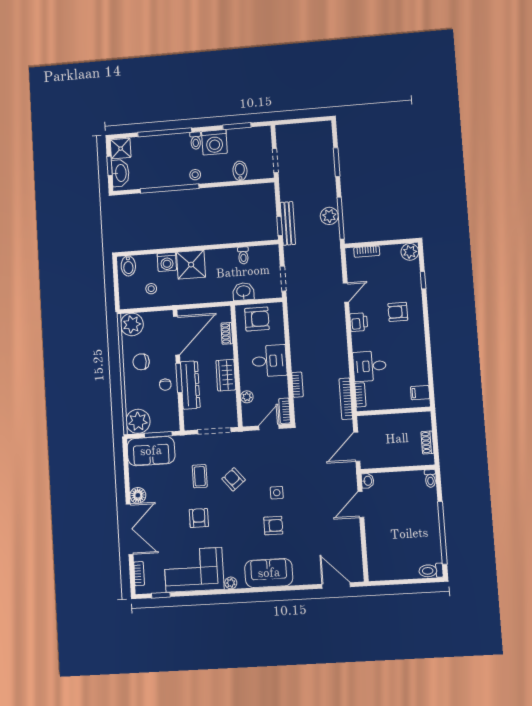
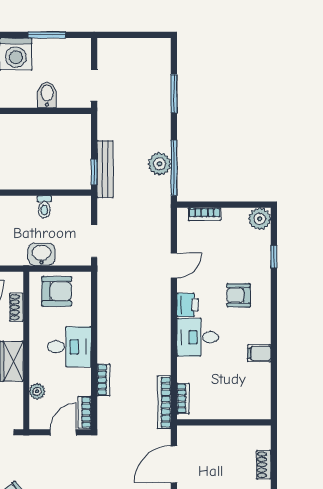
desk: (370, 366) -> (198, 337), moved
filing cabinet: (420, 393) -> (259, 353), moved

